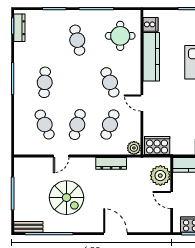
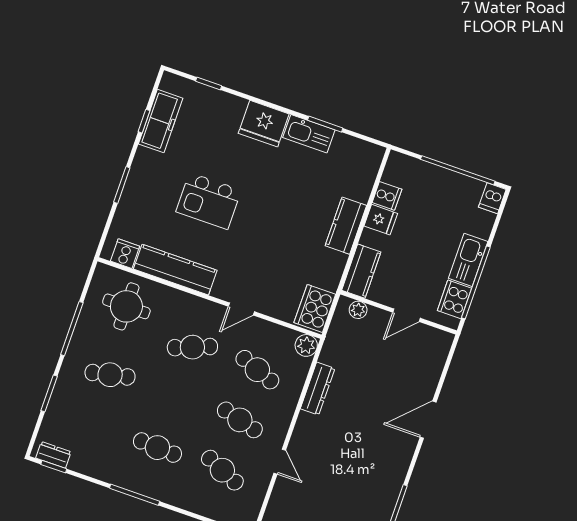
dresser: (19, 28) -> (53, 455), width x0.70
cafe table: (45, 125) -> (222, 470), turned 48
plant: (160, 176) -> (358, 310), width x0.53, depth x0.53
spiral stairs: (67, 198) -> (347, 476), removed

